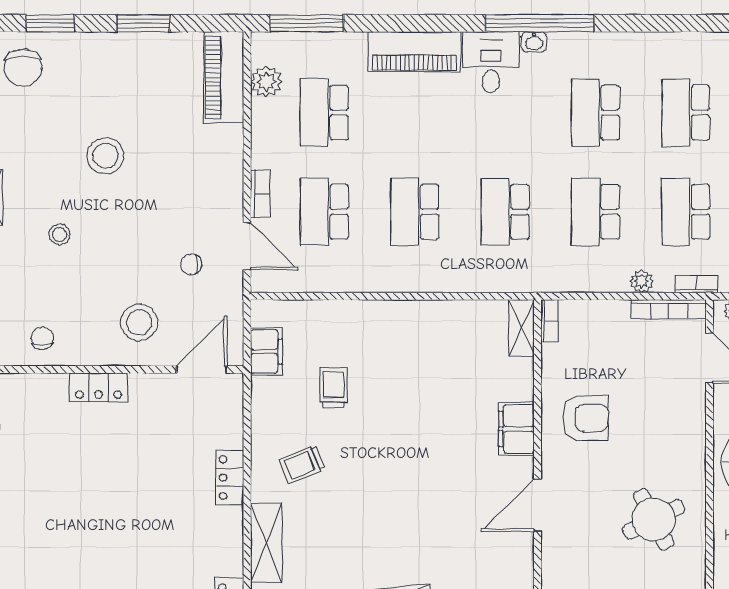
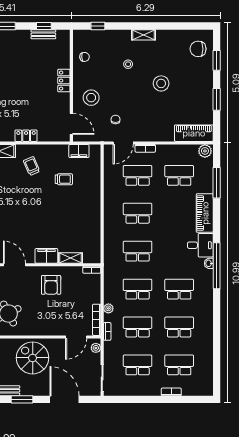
window: (307, 23) -> (217, 183), moved
plant: (266, 82) -> (205, 151), moved
shelving: (521, 328) -> (70, 258), moved

